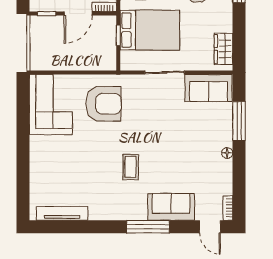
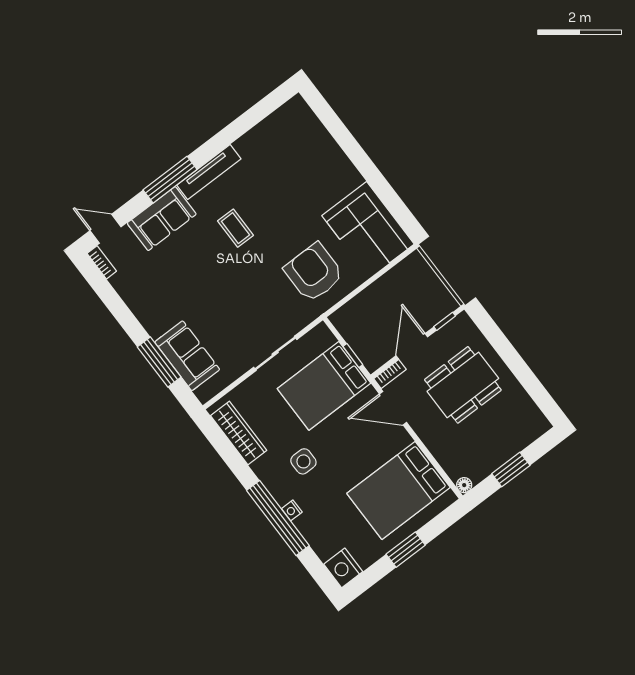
wardrobe: (224, 49) -> (239, 433), width x1.50
sofa: (208, 88) -> (187, 356), moved, turned 90
armchair: (104, 104) -> (314, 272), turned 90
floor lamp: (227, 153) -> (146, 319), removed
tv unit: (62, 213) -> (209, 172), moved

